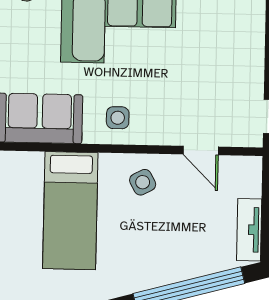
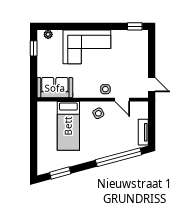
side table: (118, 118) -> (105, 89), moved

